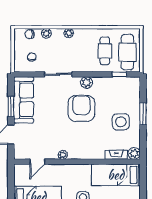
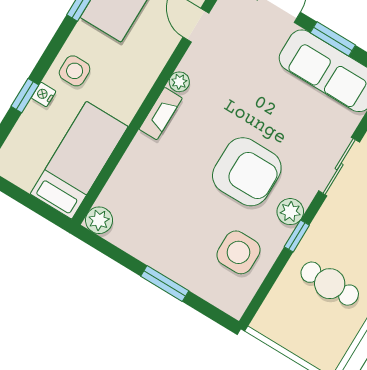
cafe table: (127, 52) -> (301, 325), removed
window: (119, 74) -> (297, 236), moved
side table: (121, 122) -> (238, 252), moved
fireplace: (116, 155) -> (161, 114), moved

